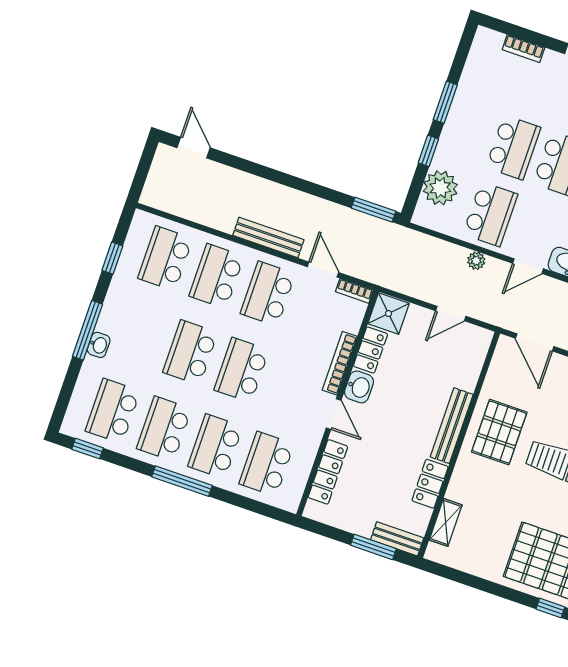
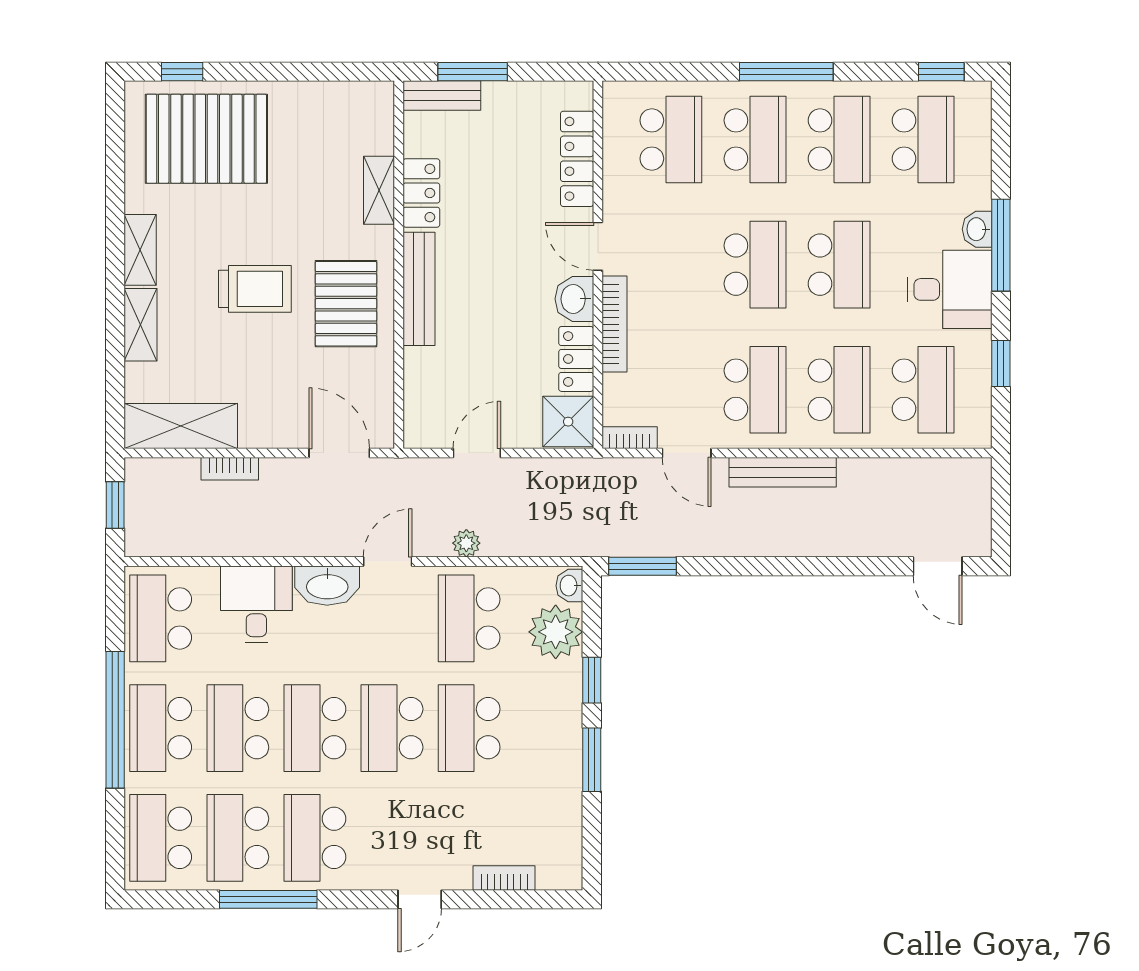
washbasin: (422, 213) -> (569, 586), added
desk: (128, 314) -> (950, 289), added
shelving: (446, 522) -> (379, 190), moved

